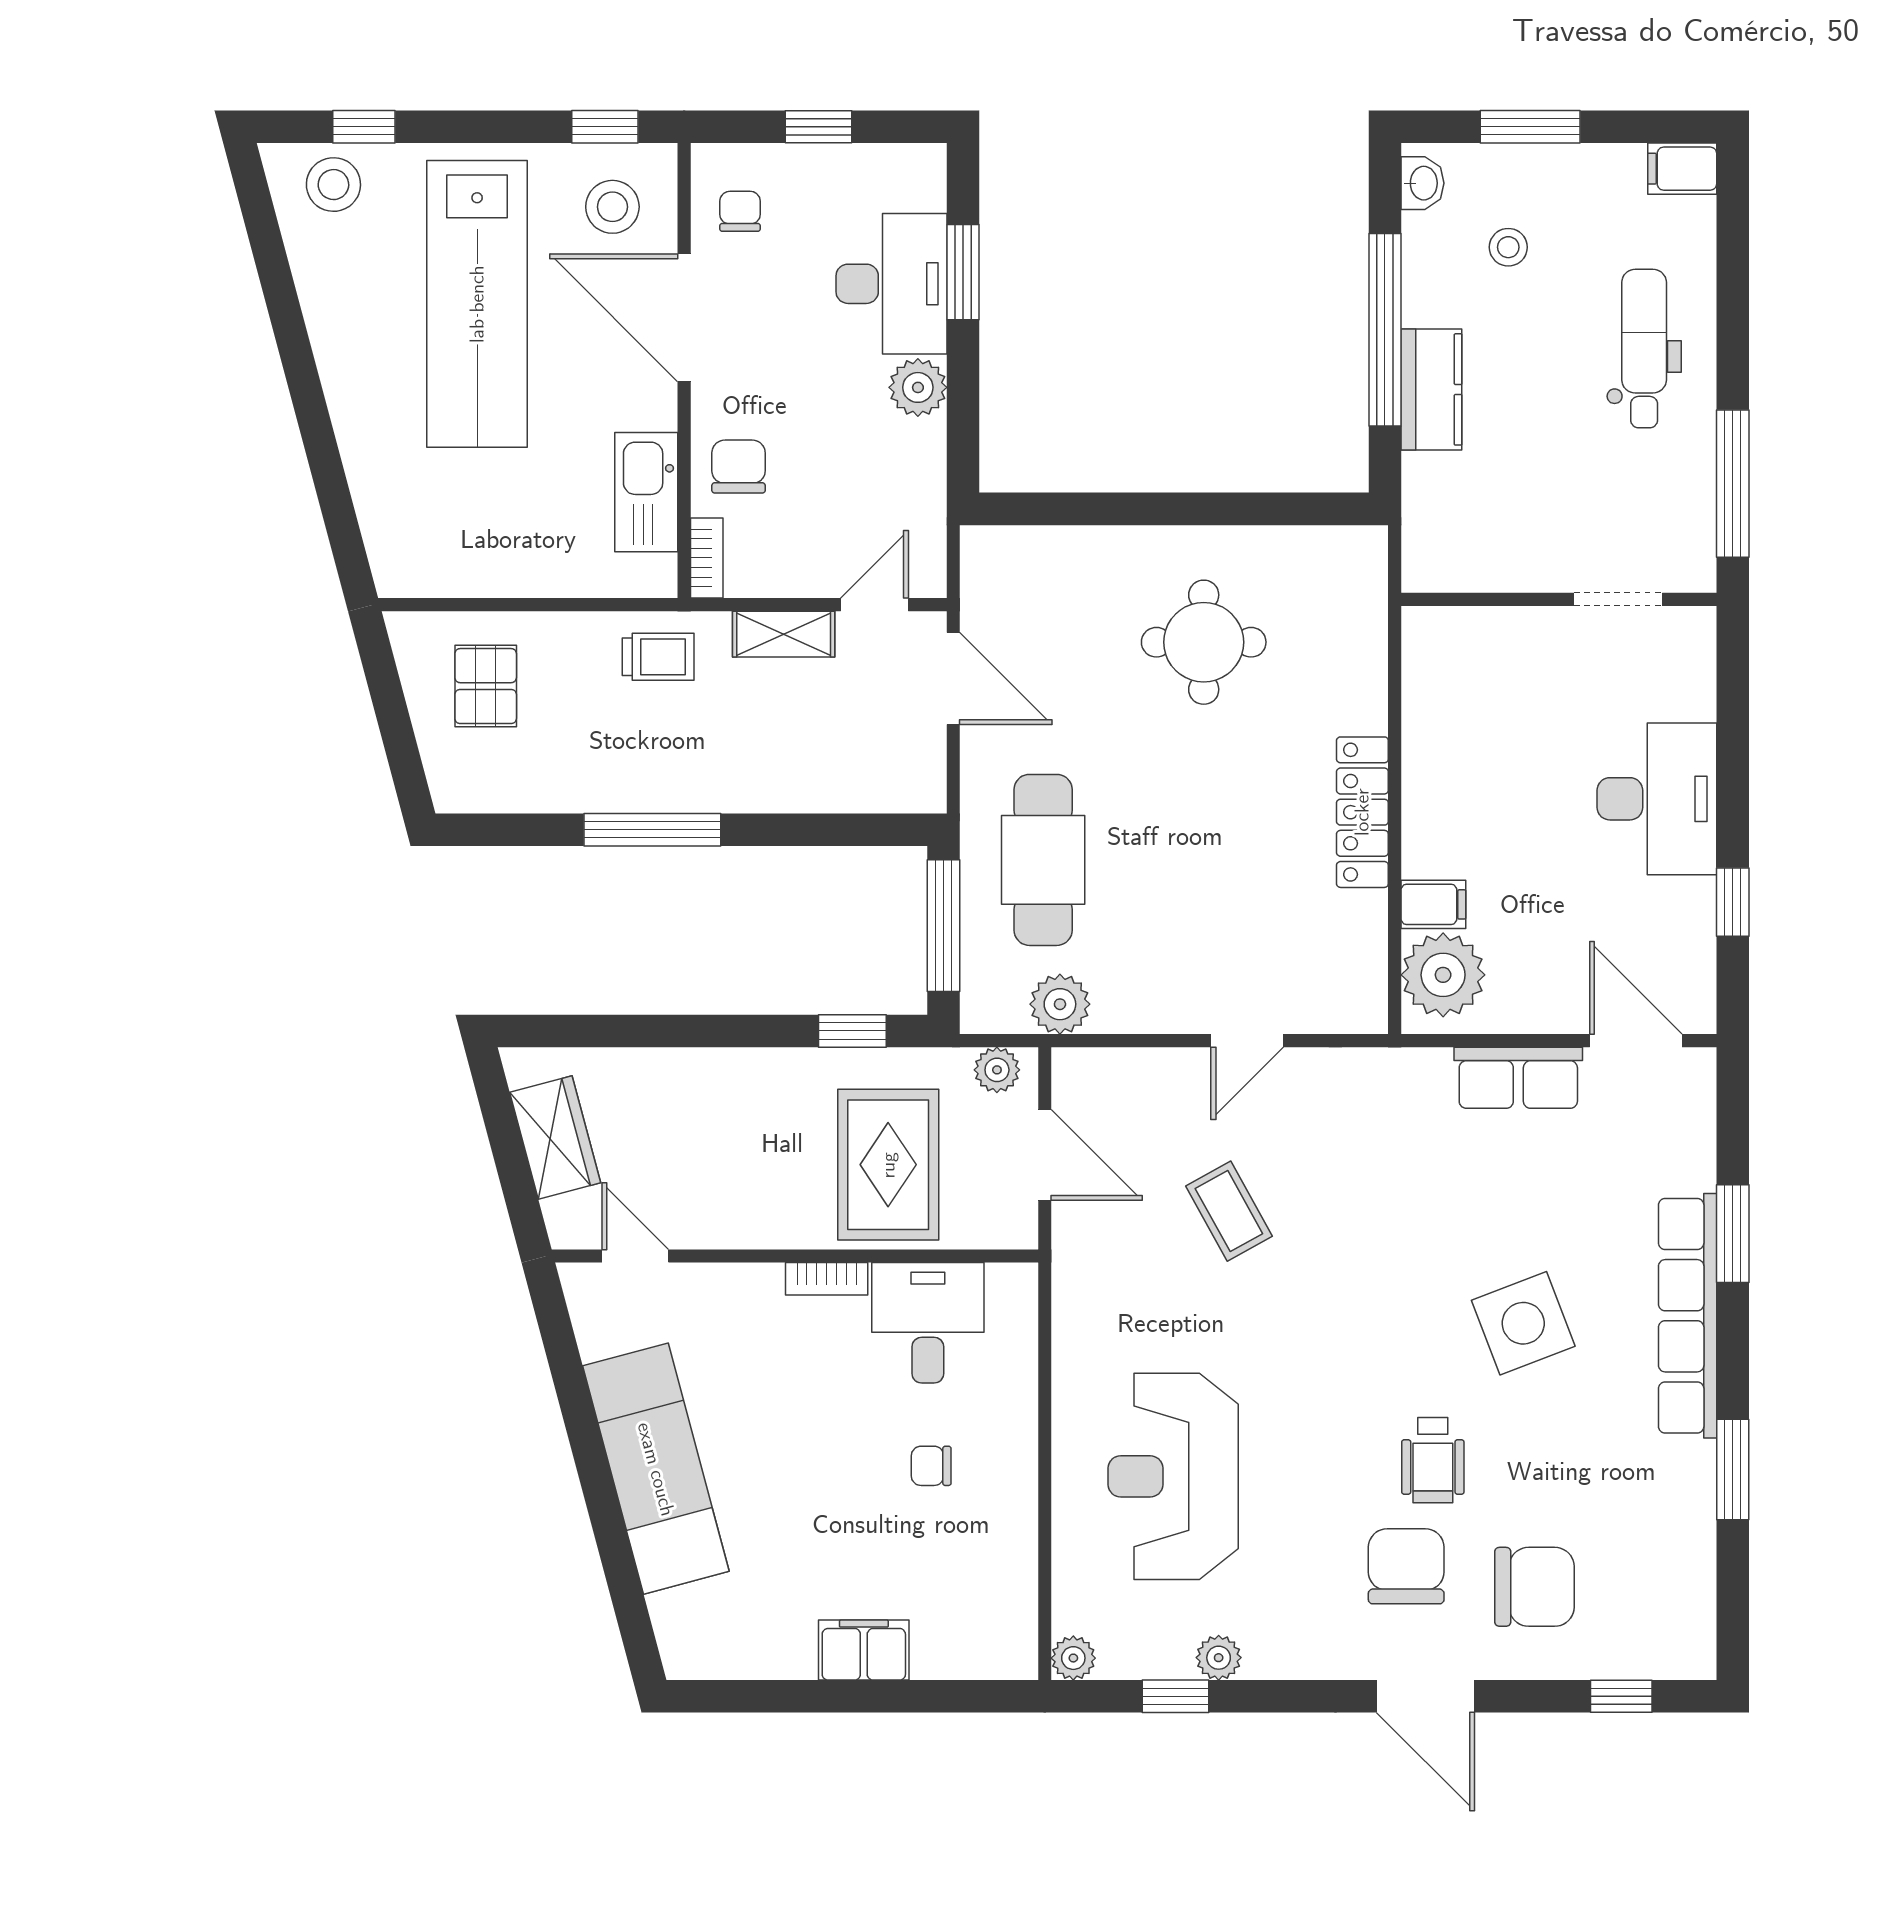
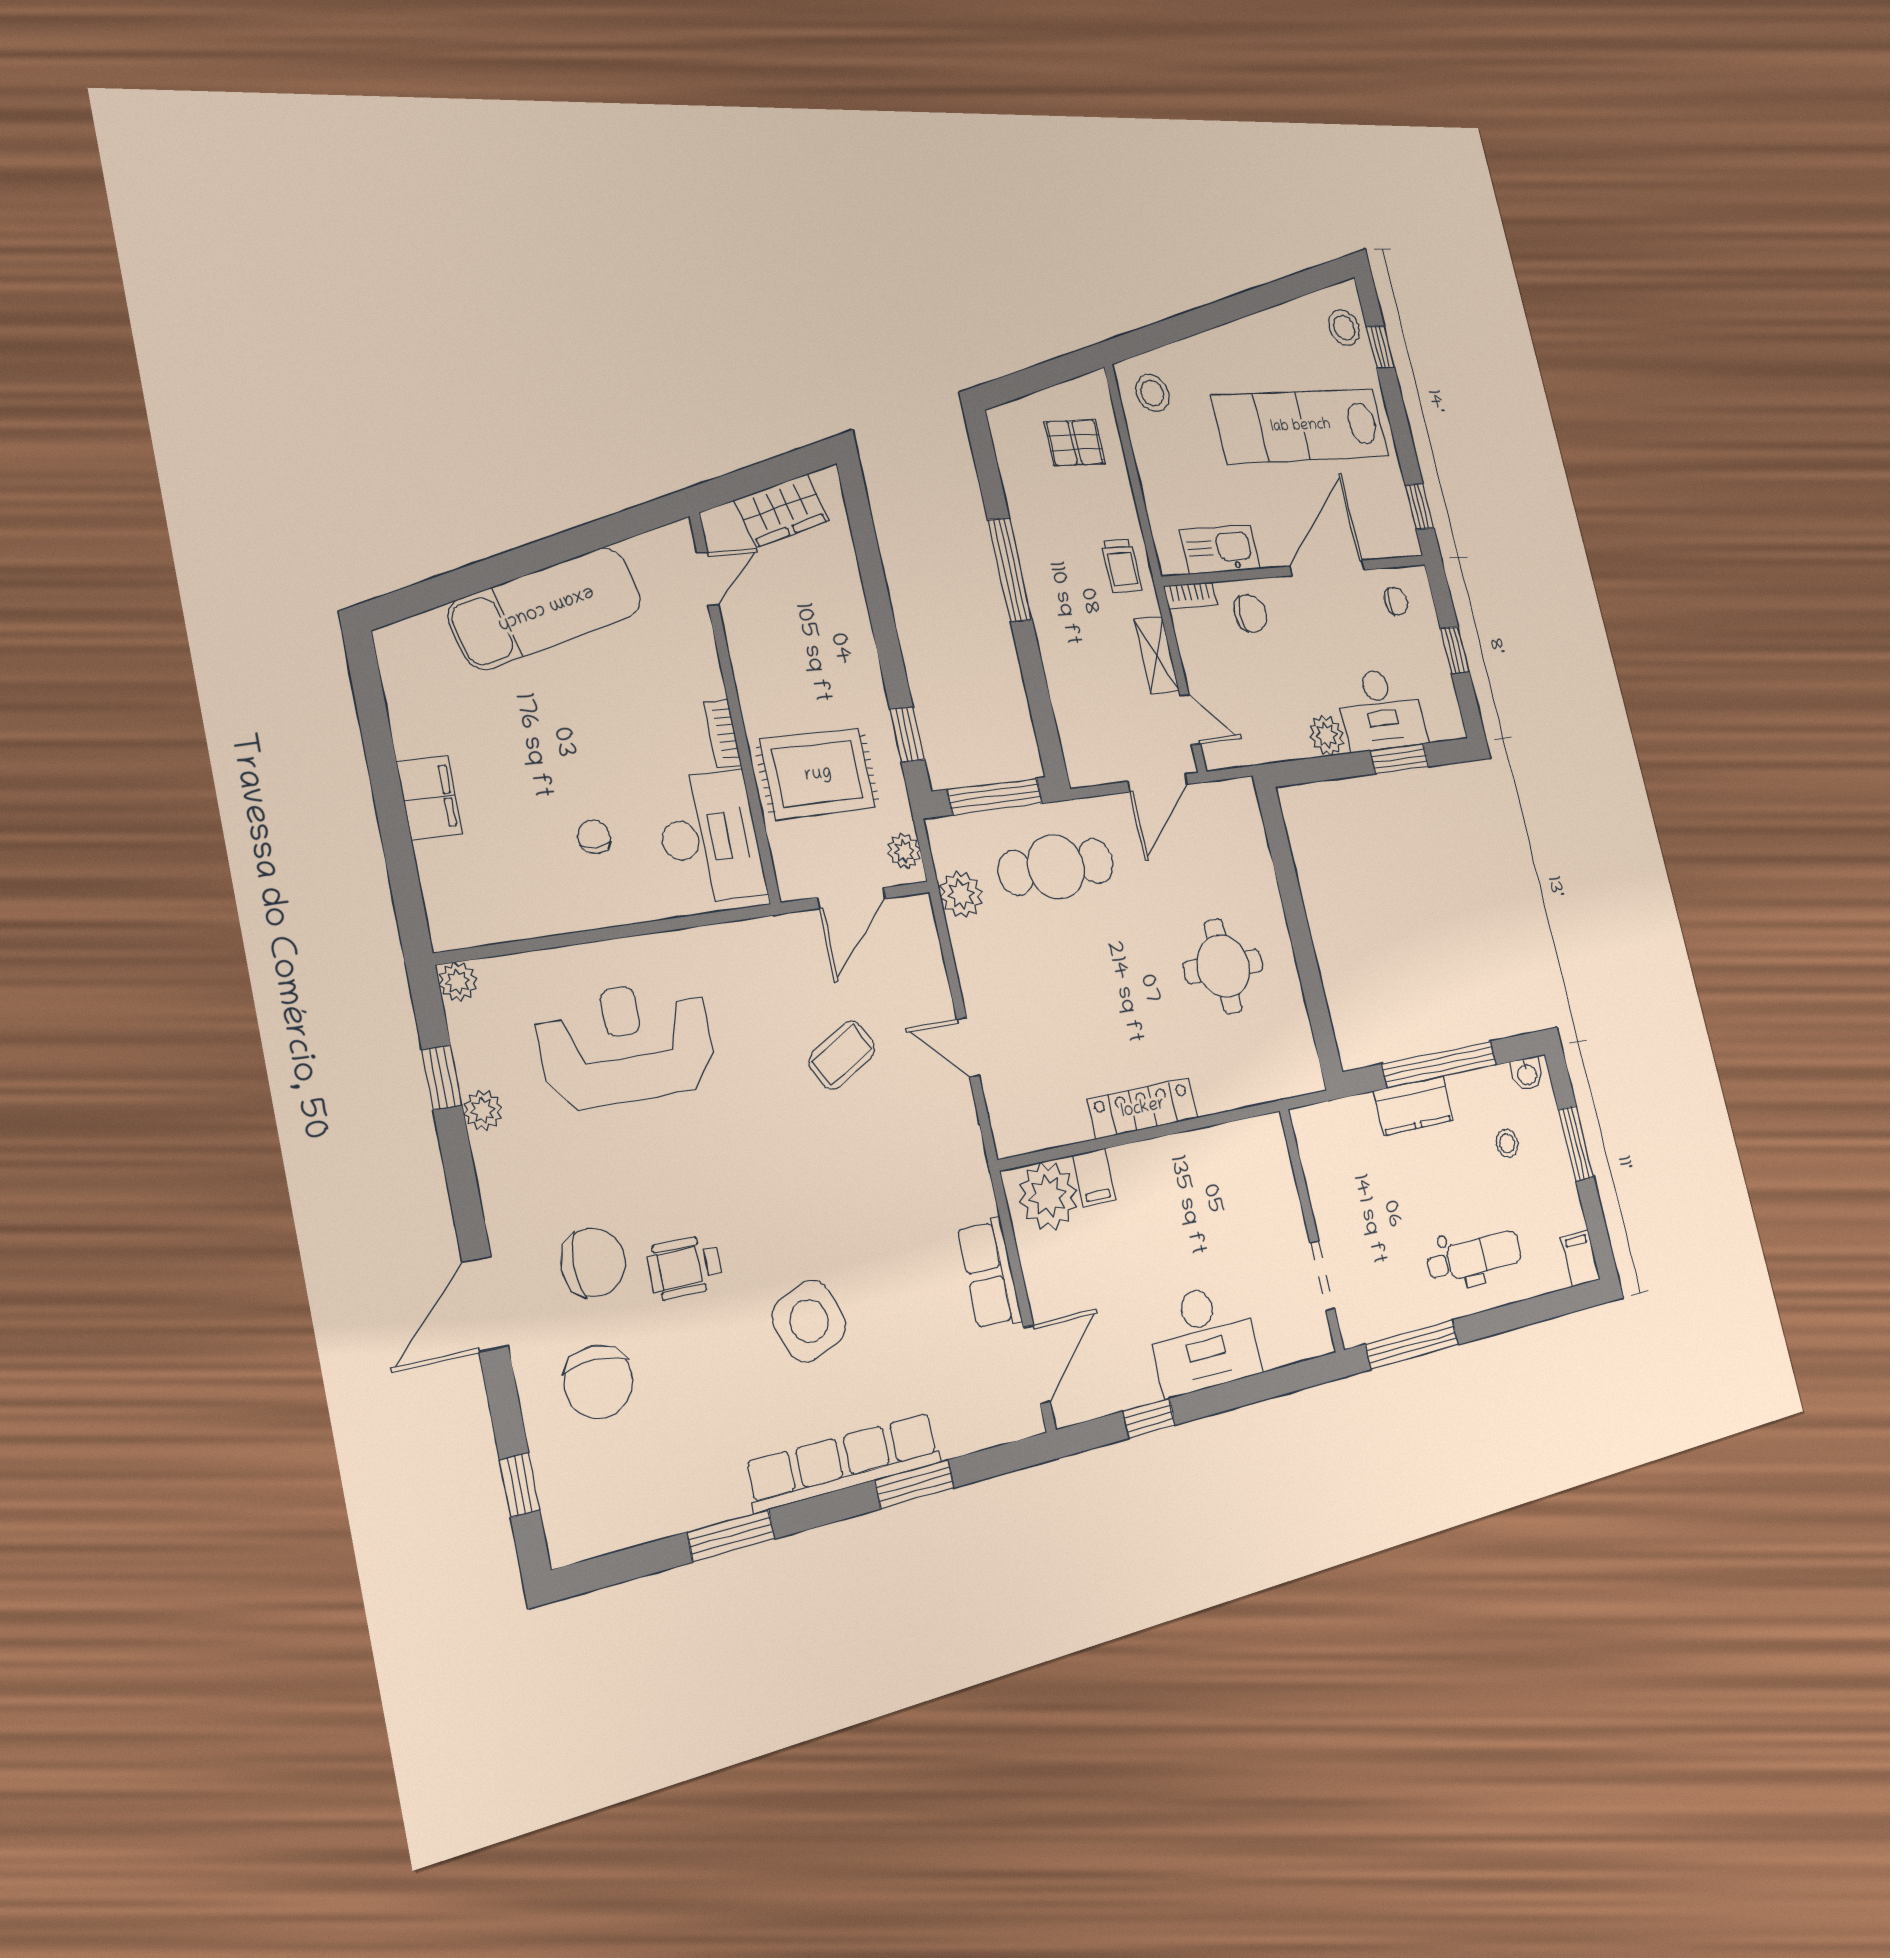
stool: (612, 207) -> (1153, 393), moved
desk: (928, 1323) -> (710, 837), width x1.37

